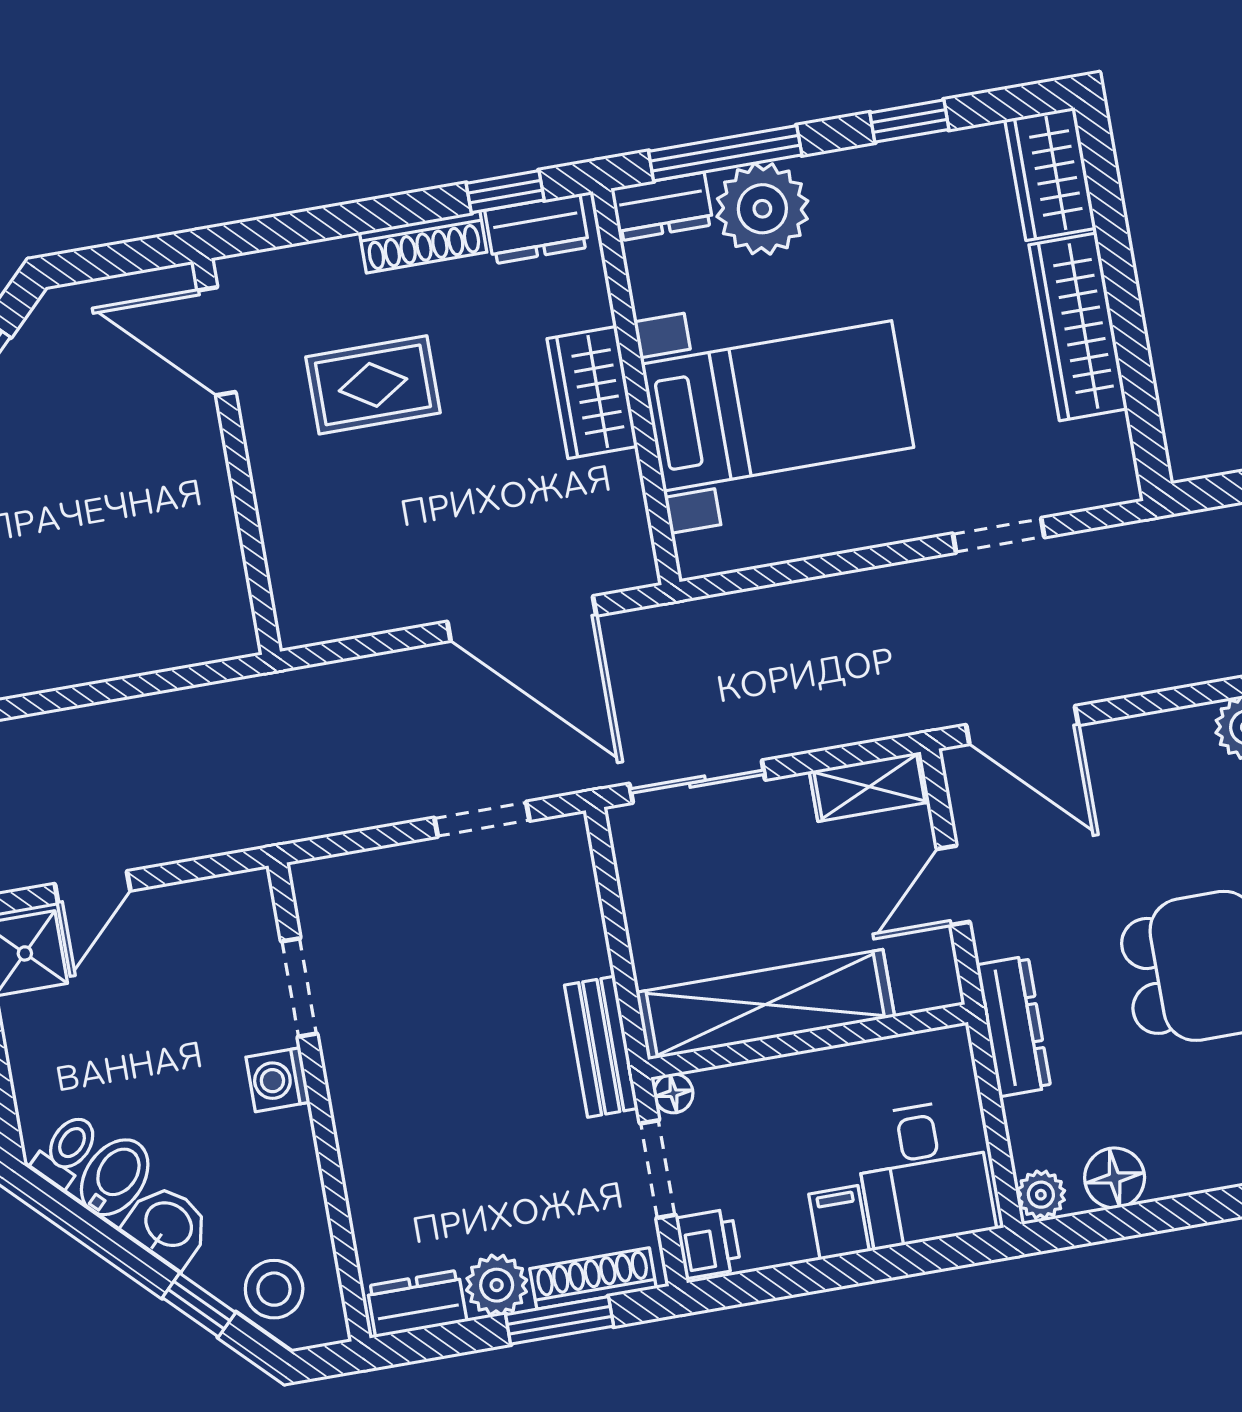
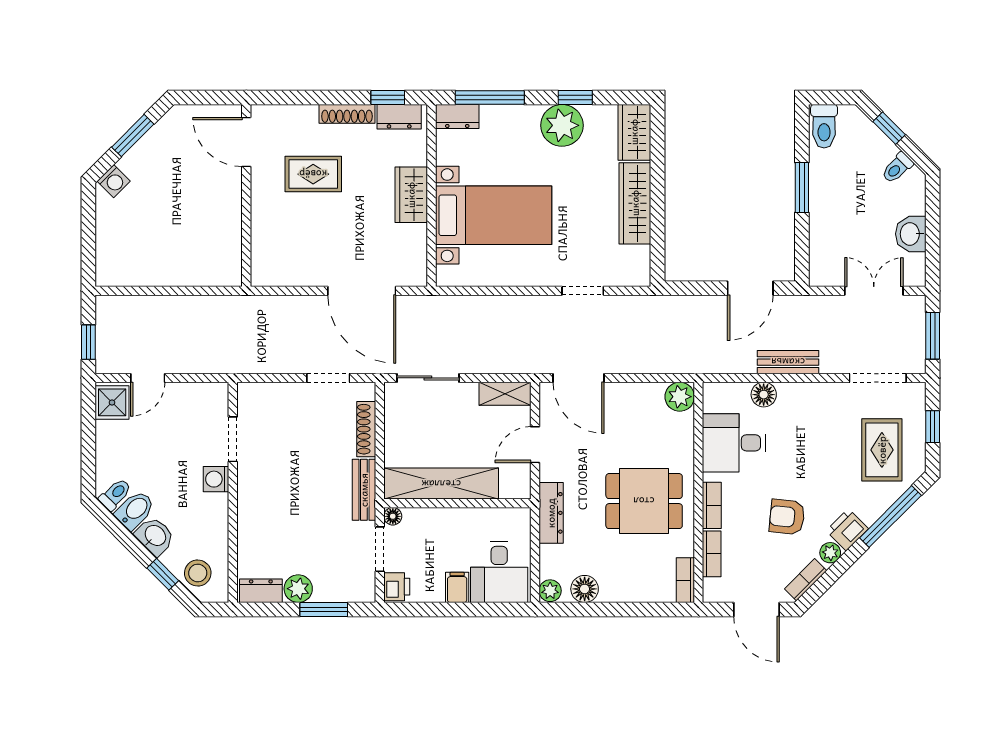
plant: (762, 209) -> (562, 125), moved
shoe rack: (593, 1278) -> (366, 429), moved, turned -90

